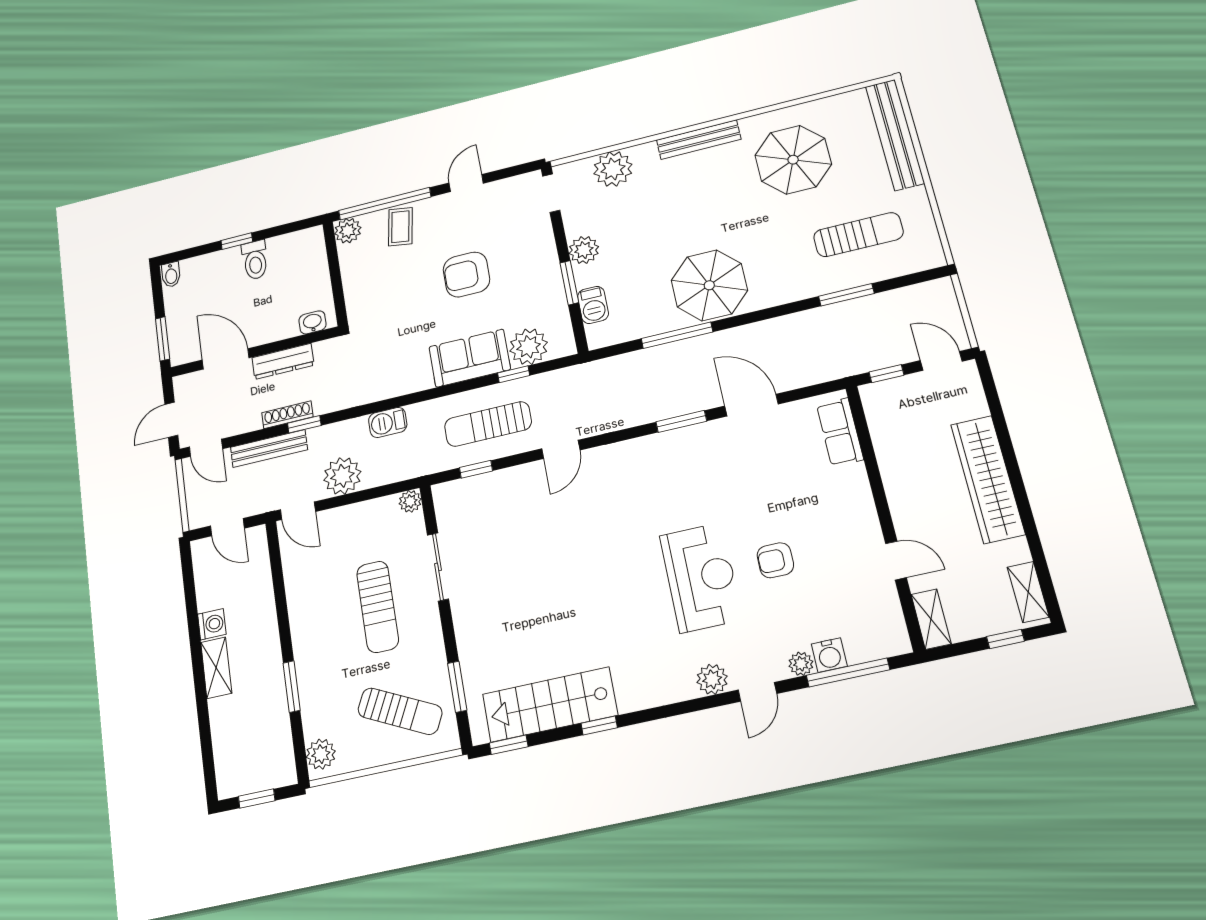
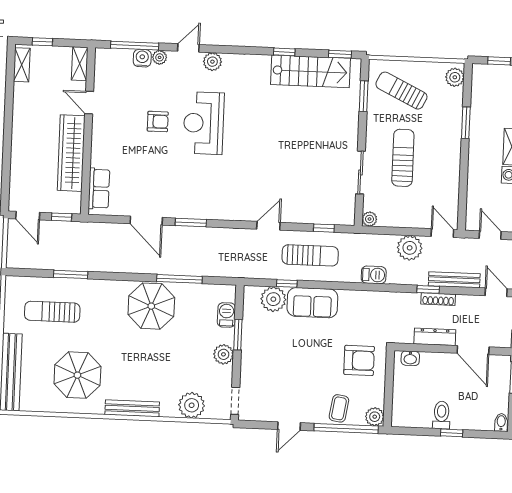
armchair: (466, 274) -> (359, 360), moved
wardrobe: (988, 479) -> (71, 153), moved, turned 180

